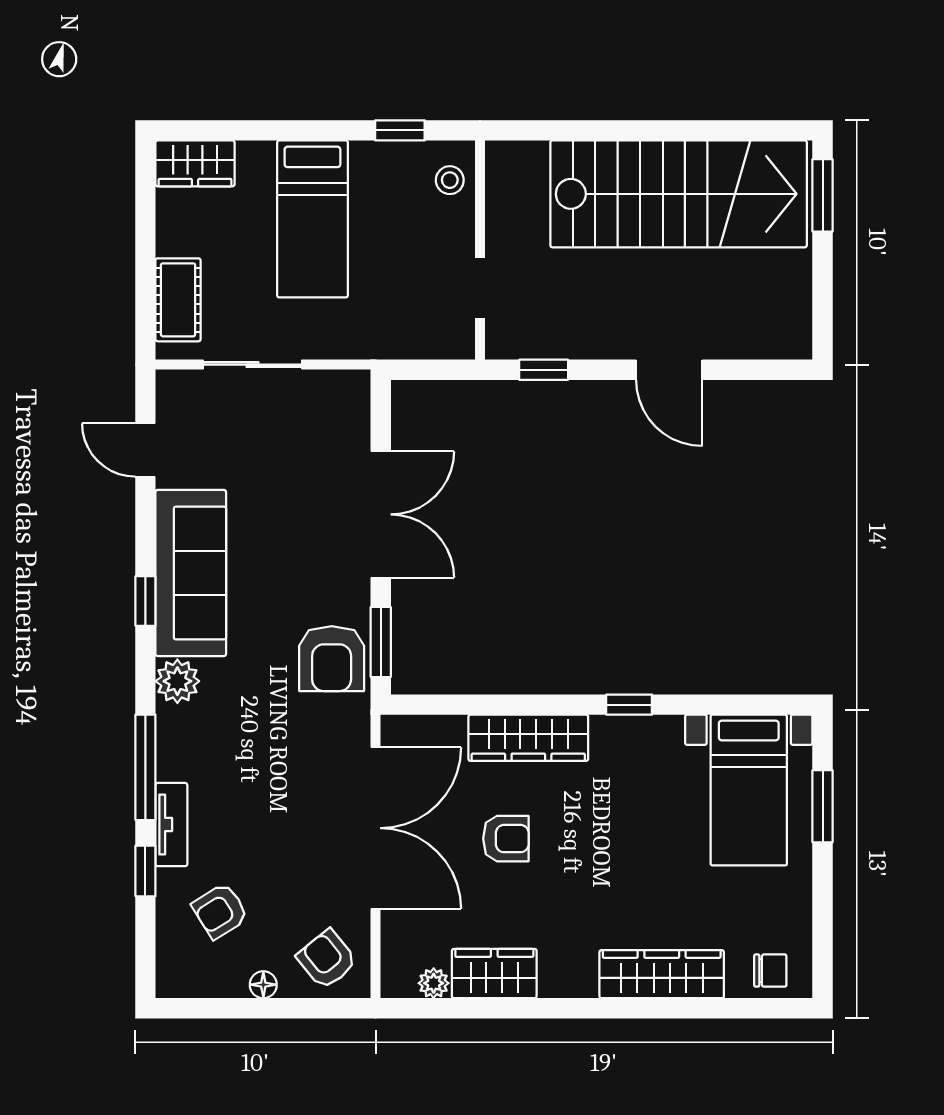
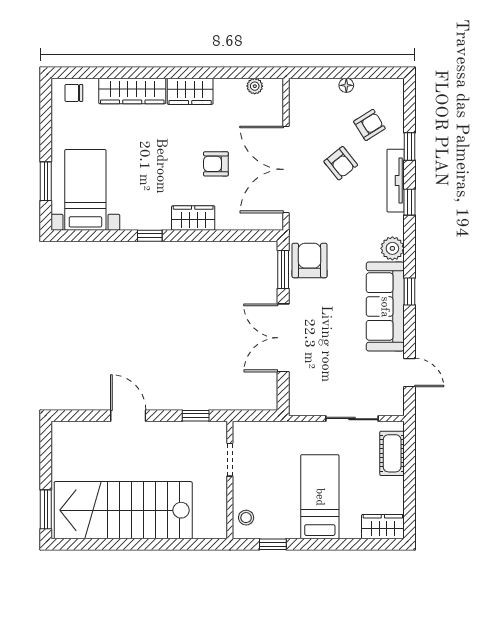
wardrobe: (528, 738) -> (193, 218), width x0.67
window: (145, 767) -> (410, 202), width x0.46
tv unit: (171, 825) -> (396, 181), width x1.41
armchair: (327, 959) -> (341, 163), moved
wardrobe: (494, 974) -> (190, 91), moved

